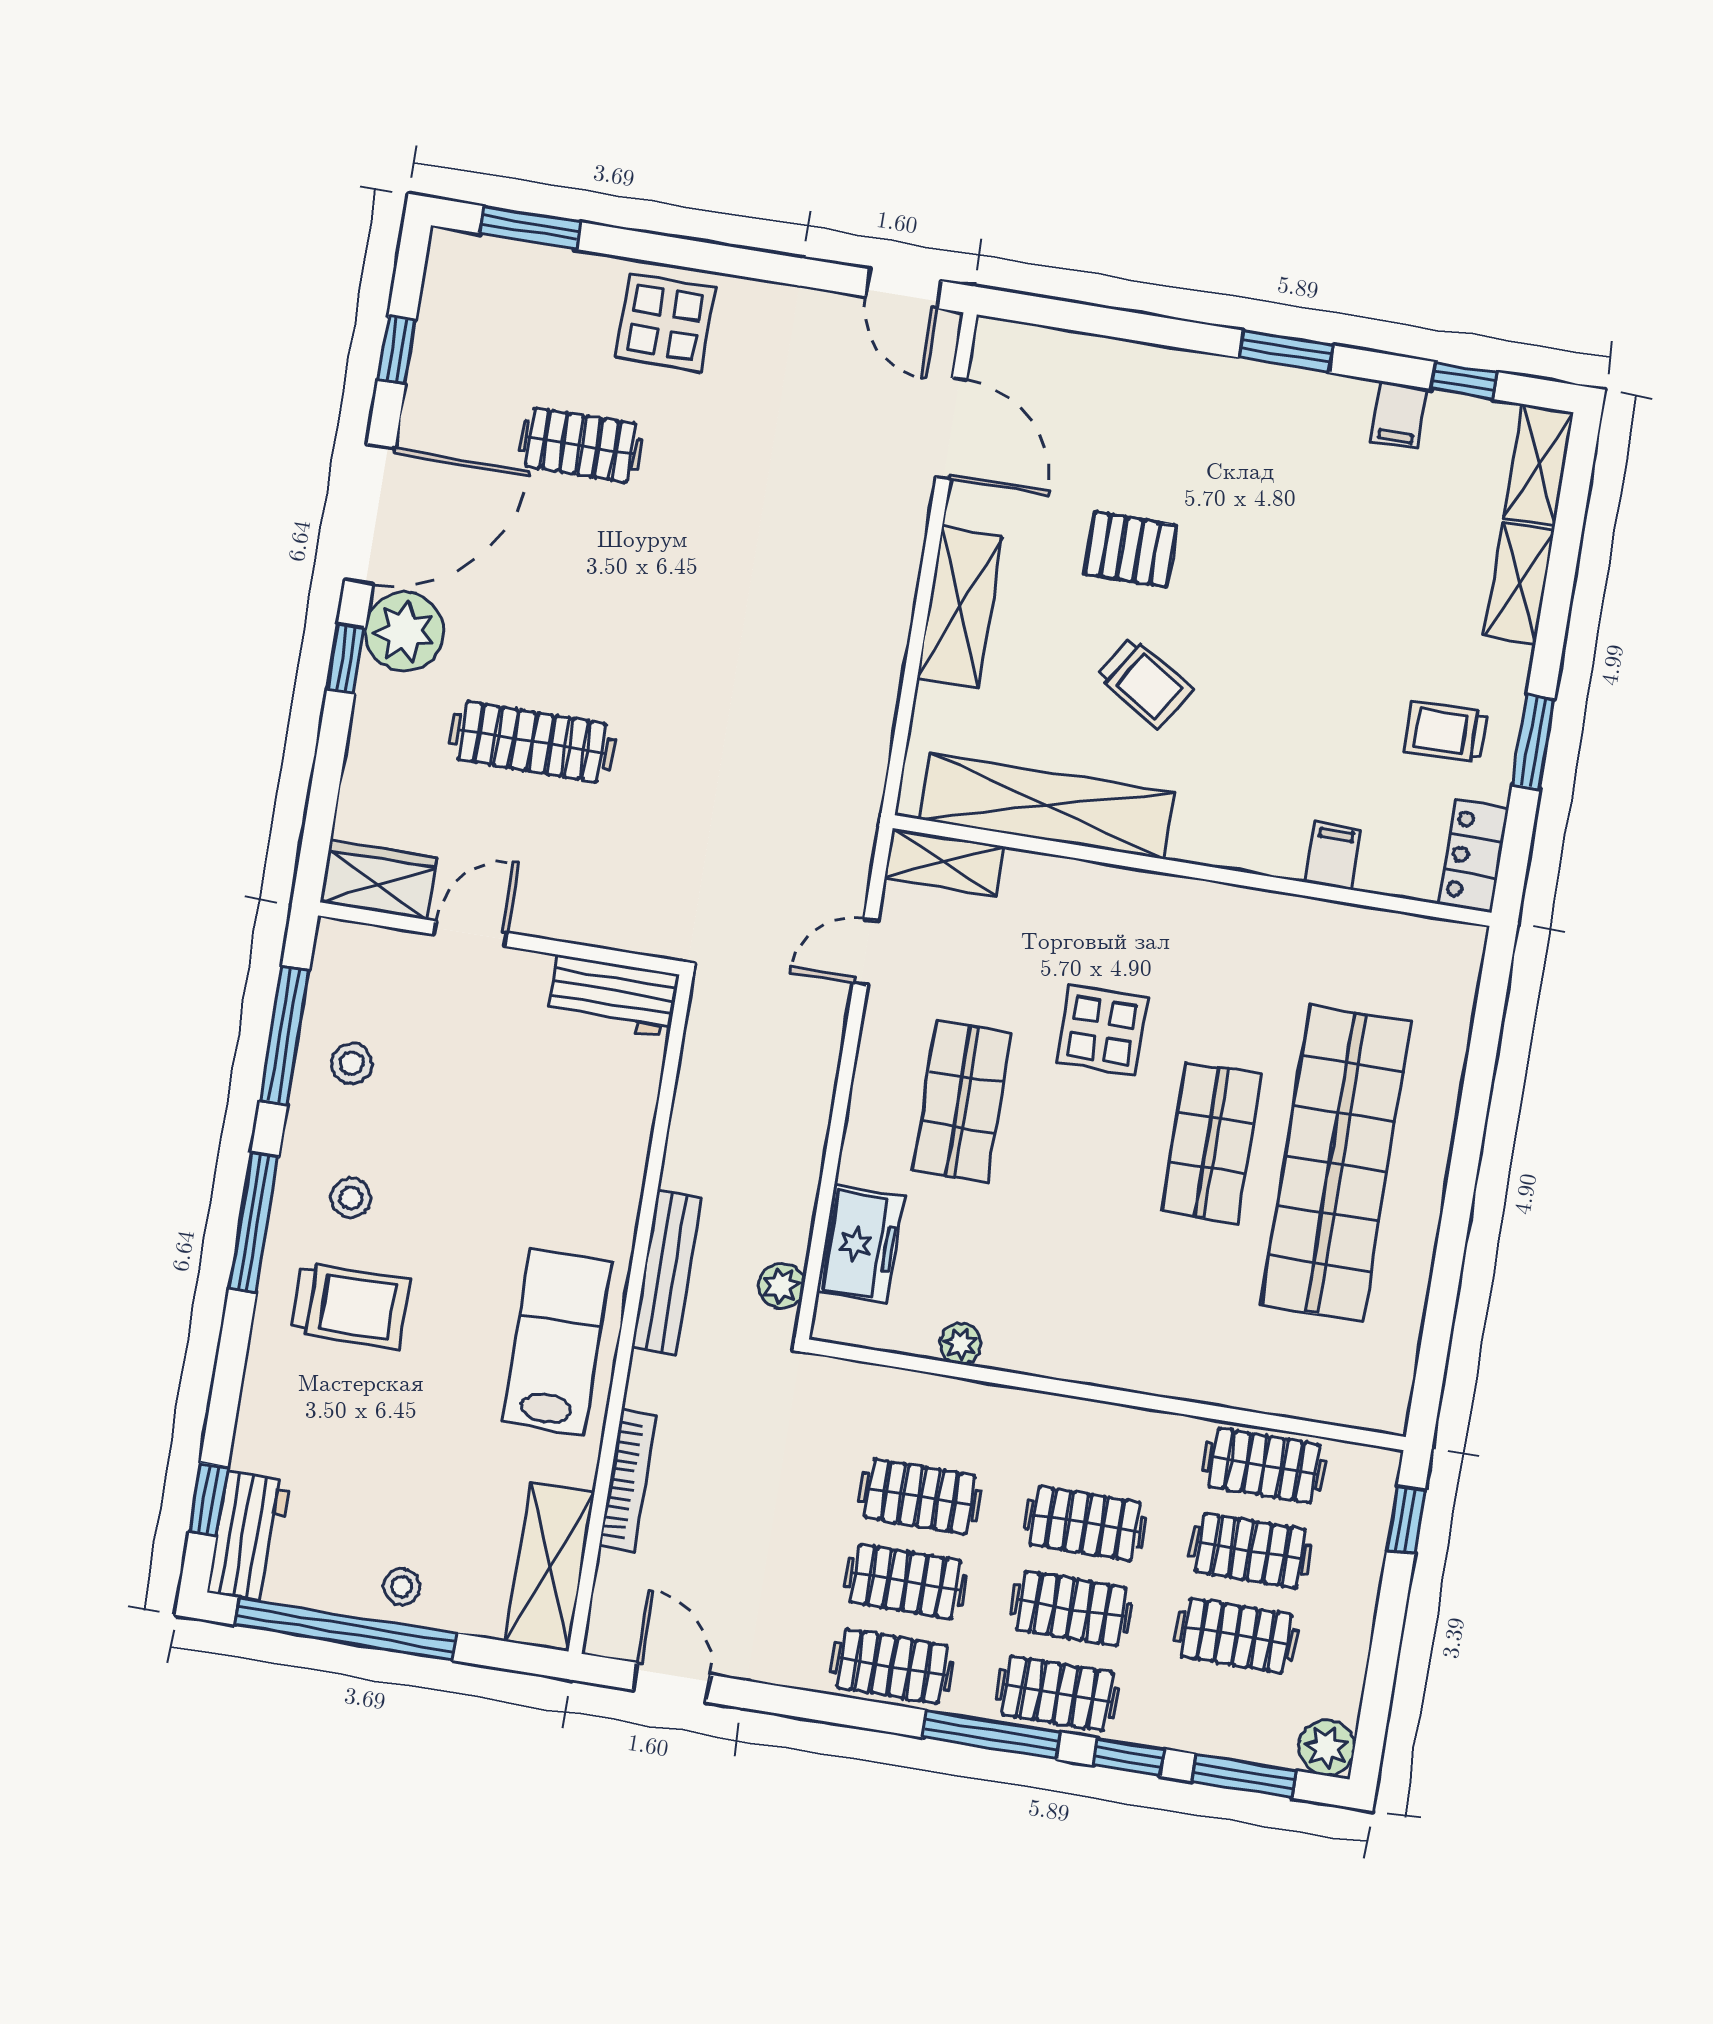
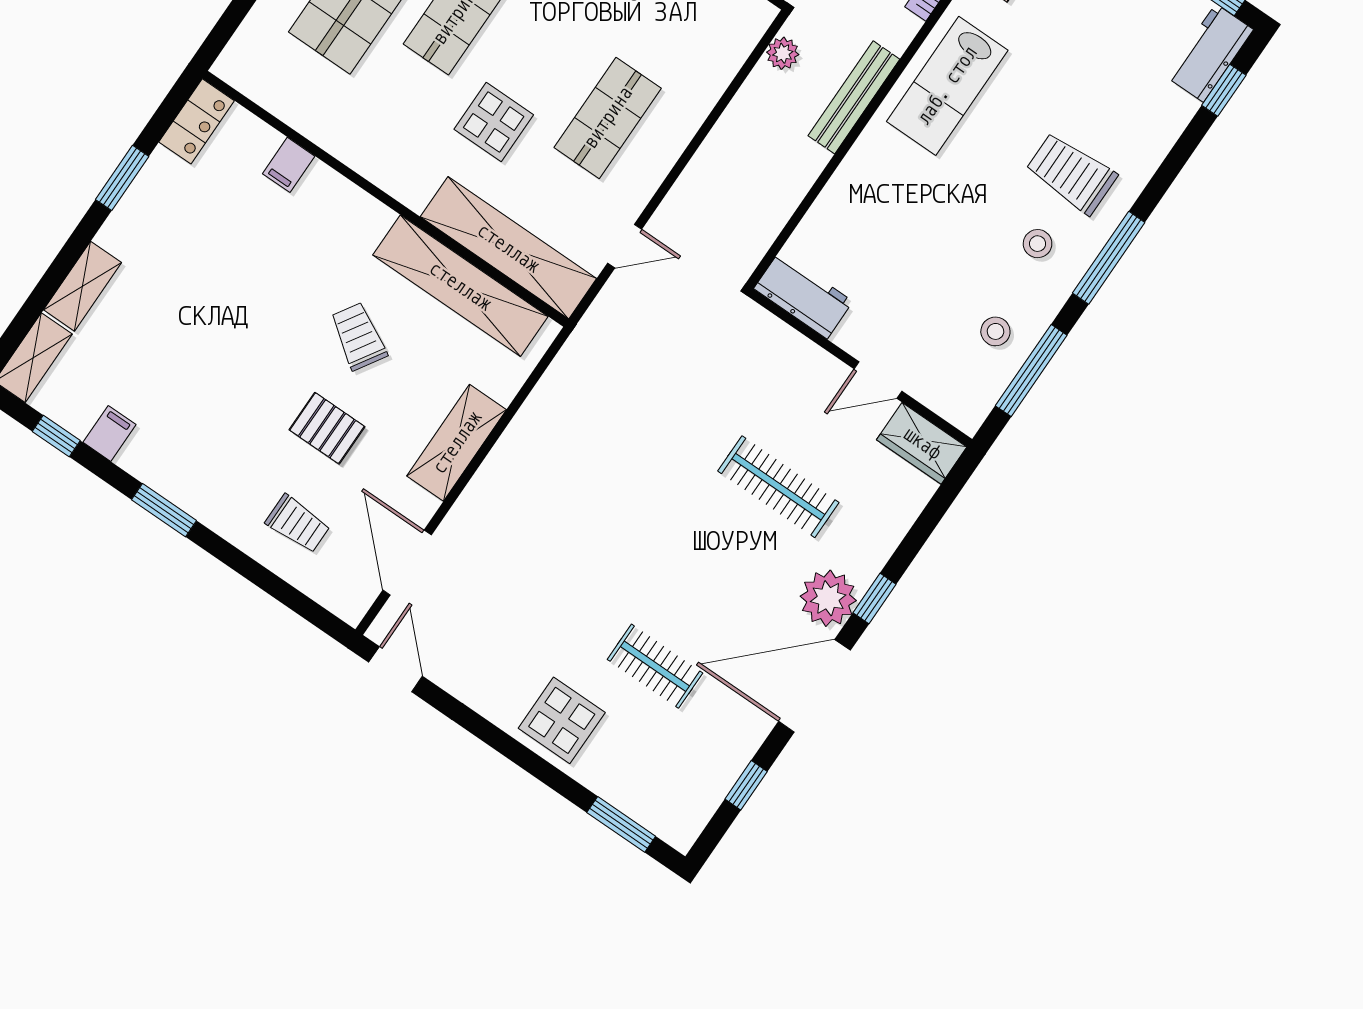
trolley: (1446, 732) -> (298, 524), moved
shelving: (944, 862) -> (508, 248), width x2.20, depth x1.33
freezer: (860, 1244) -> (718, 56), removed

